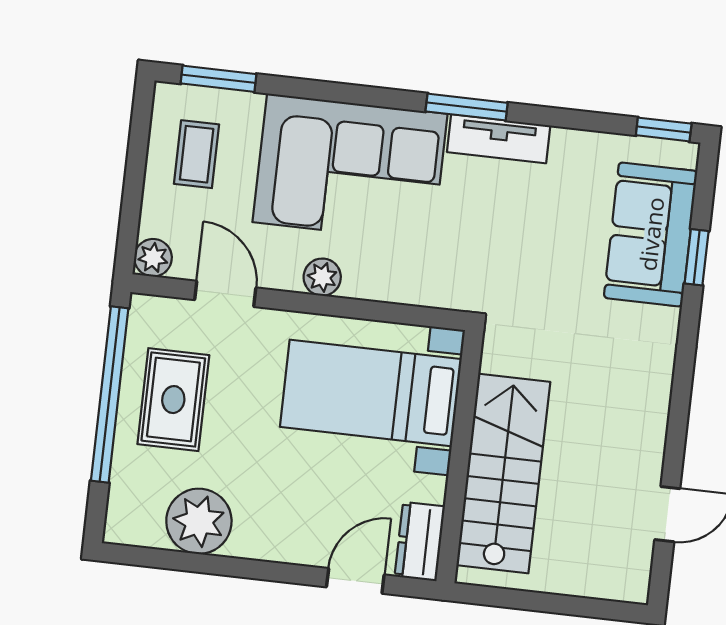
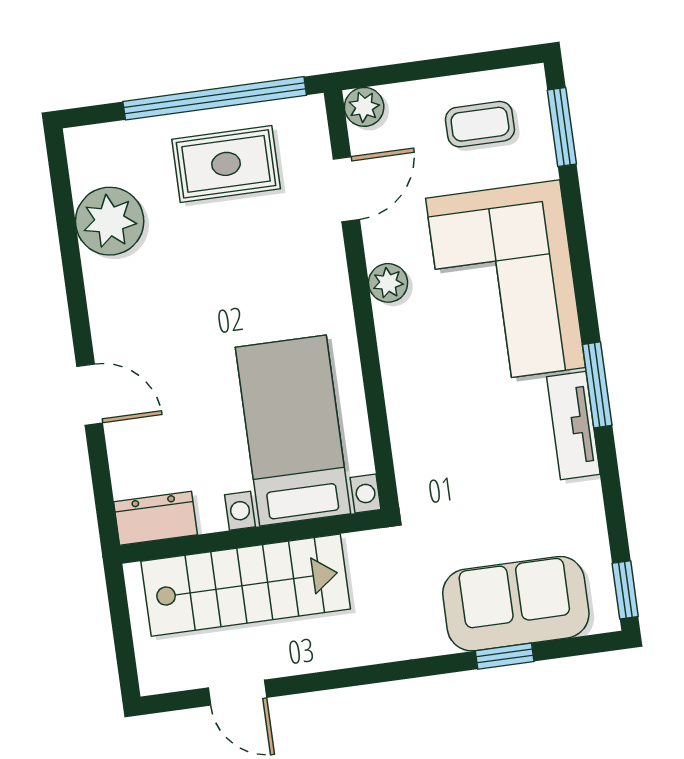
bed with nightstands: (371, 393) -> (293, 431), moved
wall: (460, 457) -> (252, 537), moved
stairs: (503, 473) -> (246, 585), moved
dresser: (420, 541) -> (156, 518), moved

